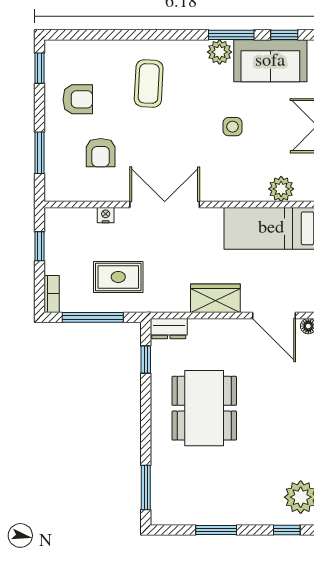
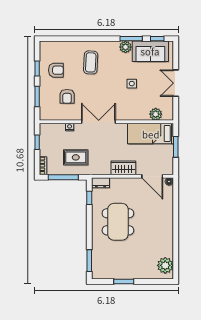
window: (39, 68) -> (37, 69), moved
window: (287, 530) -> (158, 282), removed

